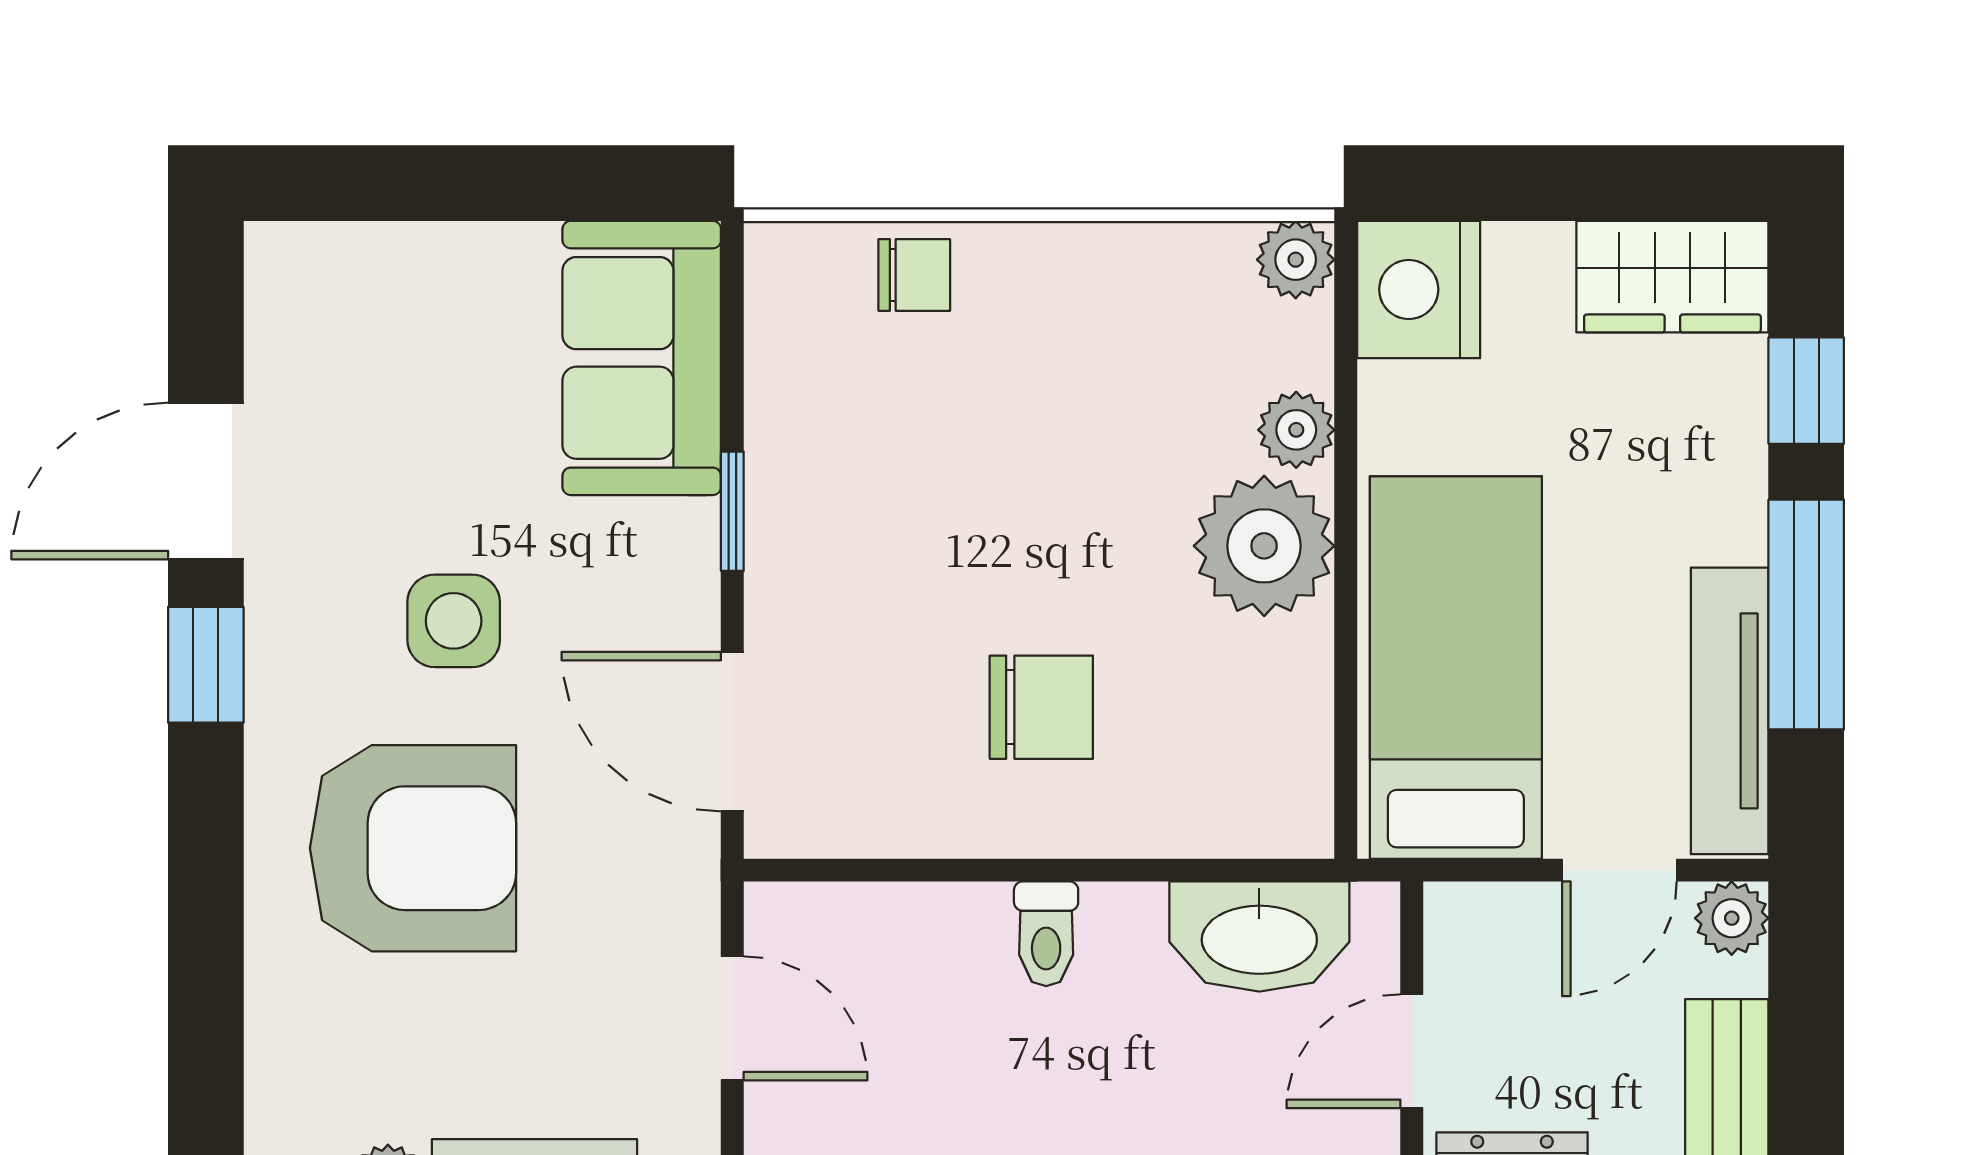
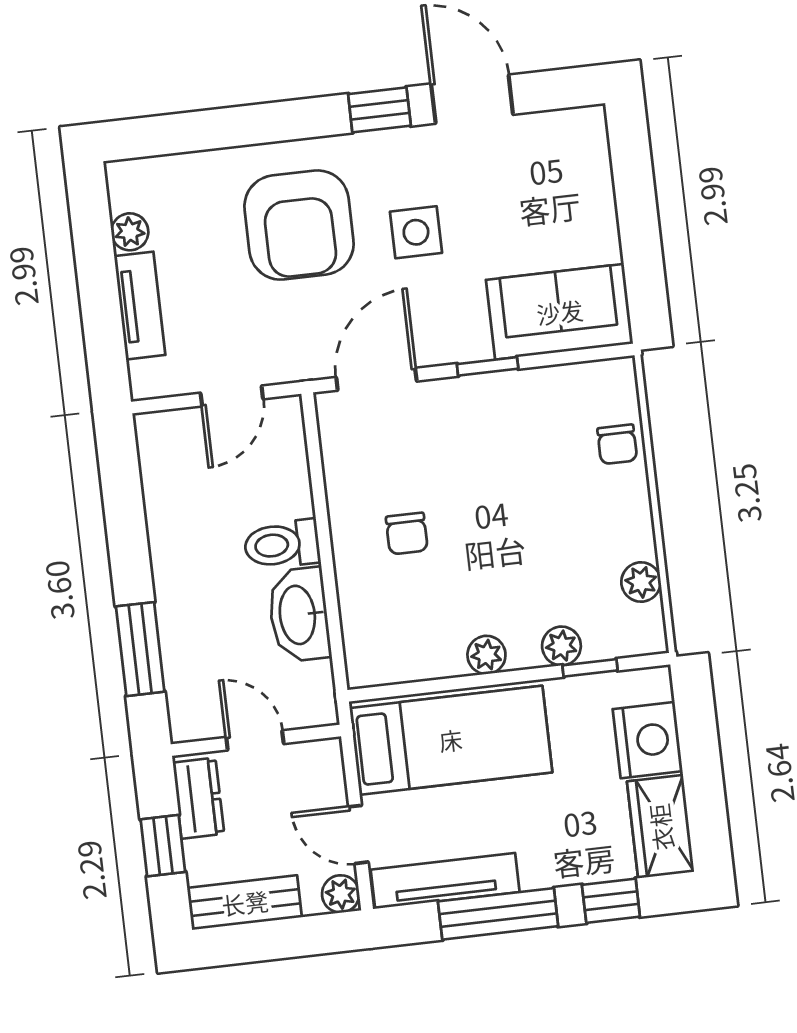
plant: (1296, 260) -> (641, 582), moved
nightstand: (1419, 290) -> (648, 740), moved, turned 90
window: (1346, 379) -> (590, 668), added
plant: (1264, 546) -> (486, 655), width x0.53, depth x0.53
chair: (1041, 707) -> (407, 534), width x0.73, depth x0.73
toilet: (1046, 934) -> (282, 544), width x1.37, depth x1.39
washbasin: (1259, 936) -> (299, 615), moved

